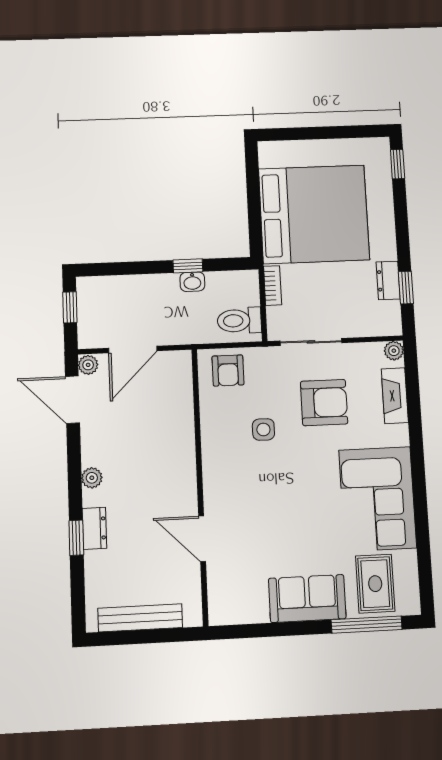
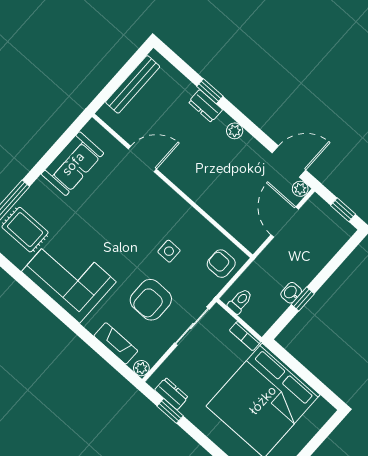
dresser: (388, 280) -> (171, 394), moved
toilet: (239, 321) -> (240, 301), width x0.73, depth x0.72
sofa: (307, 598) -> (73, 164), moved

